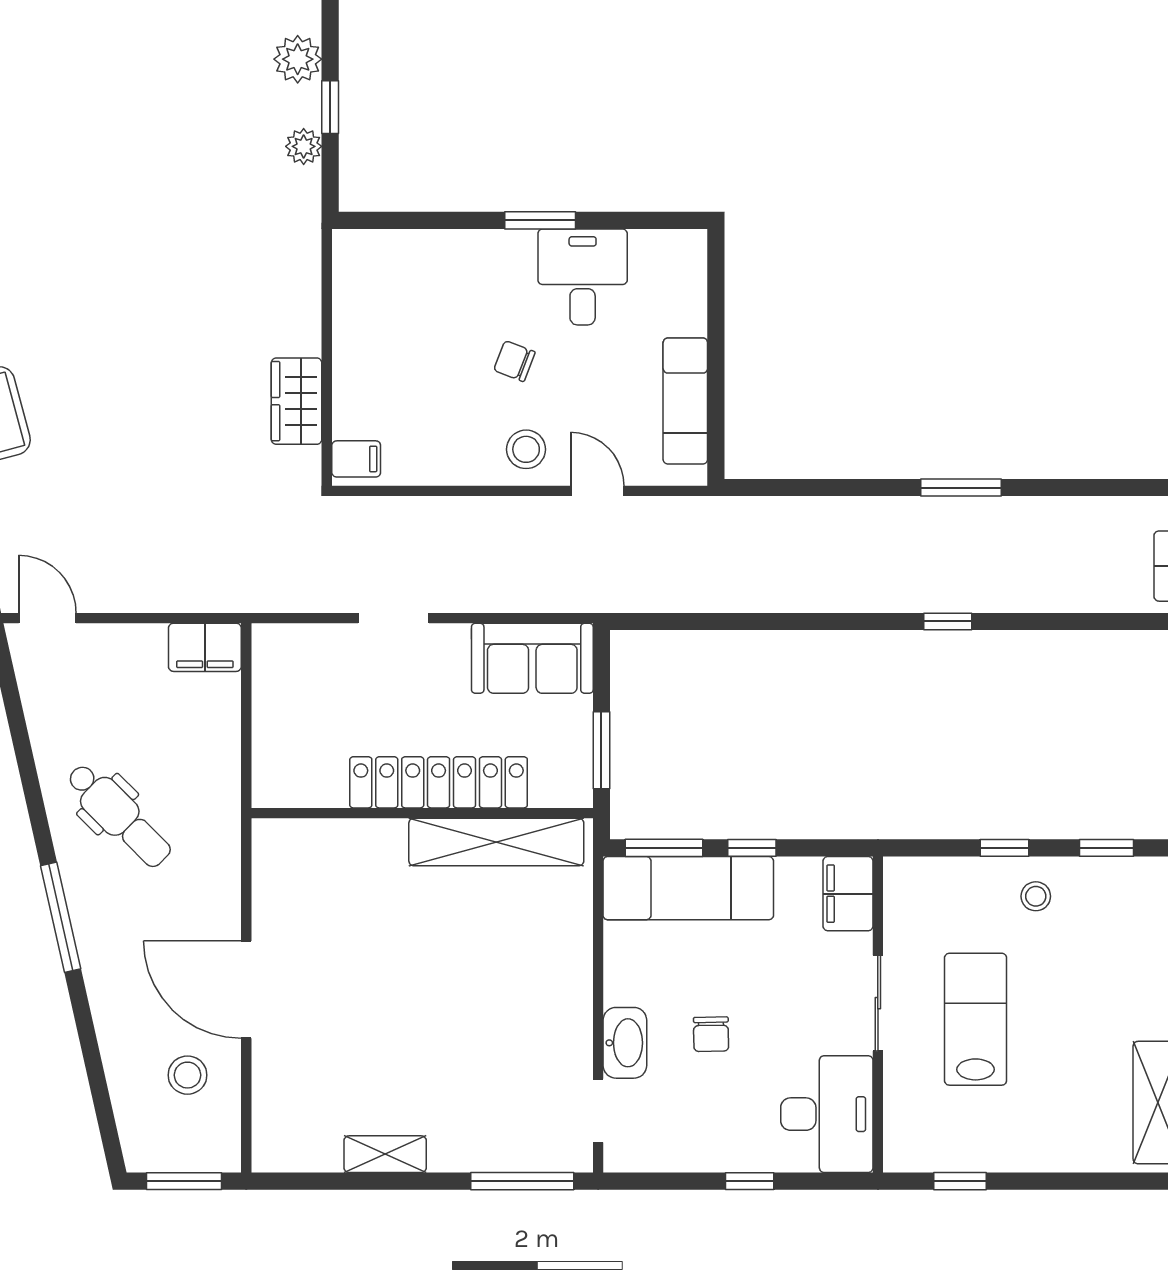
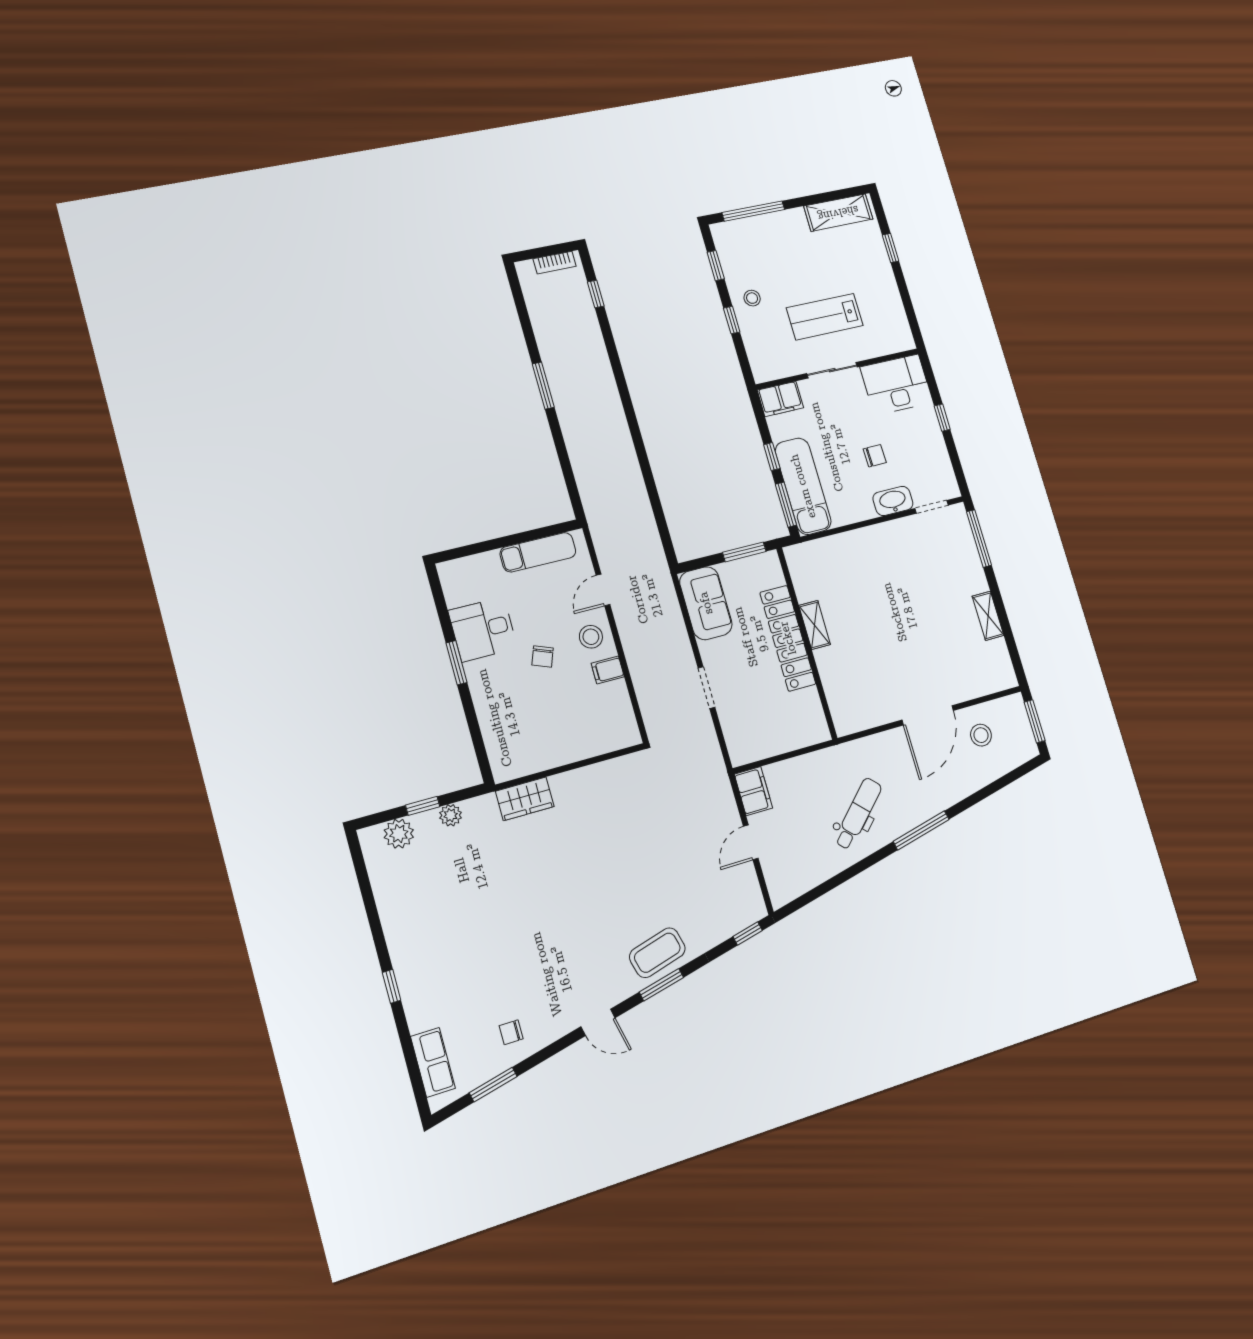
wardrobe: (297, 401) -> (525, 799), moved
filing cabinet: (356, 459) -> (608, 670), moved, turned -90
door: (47, 618) -> (751, 842), moved
window: (948, 621) -> (596, 294), moved
shelving: (496, 842) -> (815, 625), width x0.45, depth x0.75
window: (960, 1181) -> (891, 248), moved

